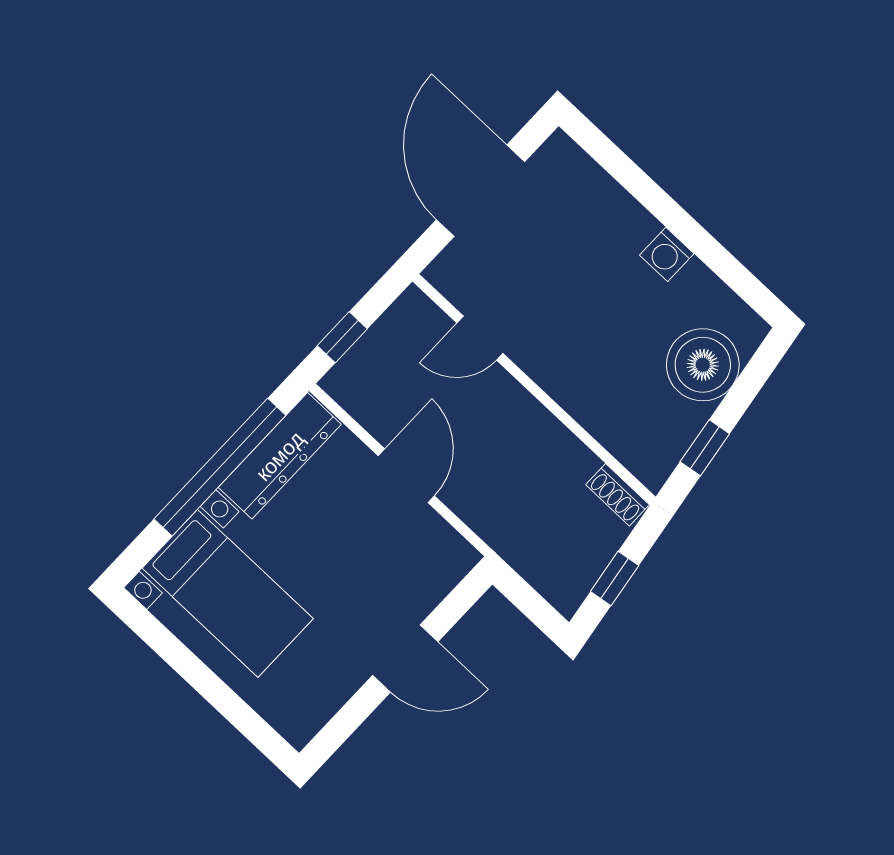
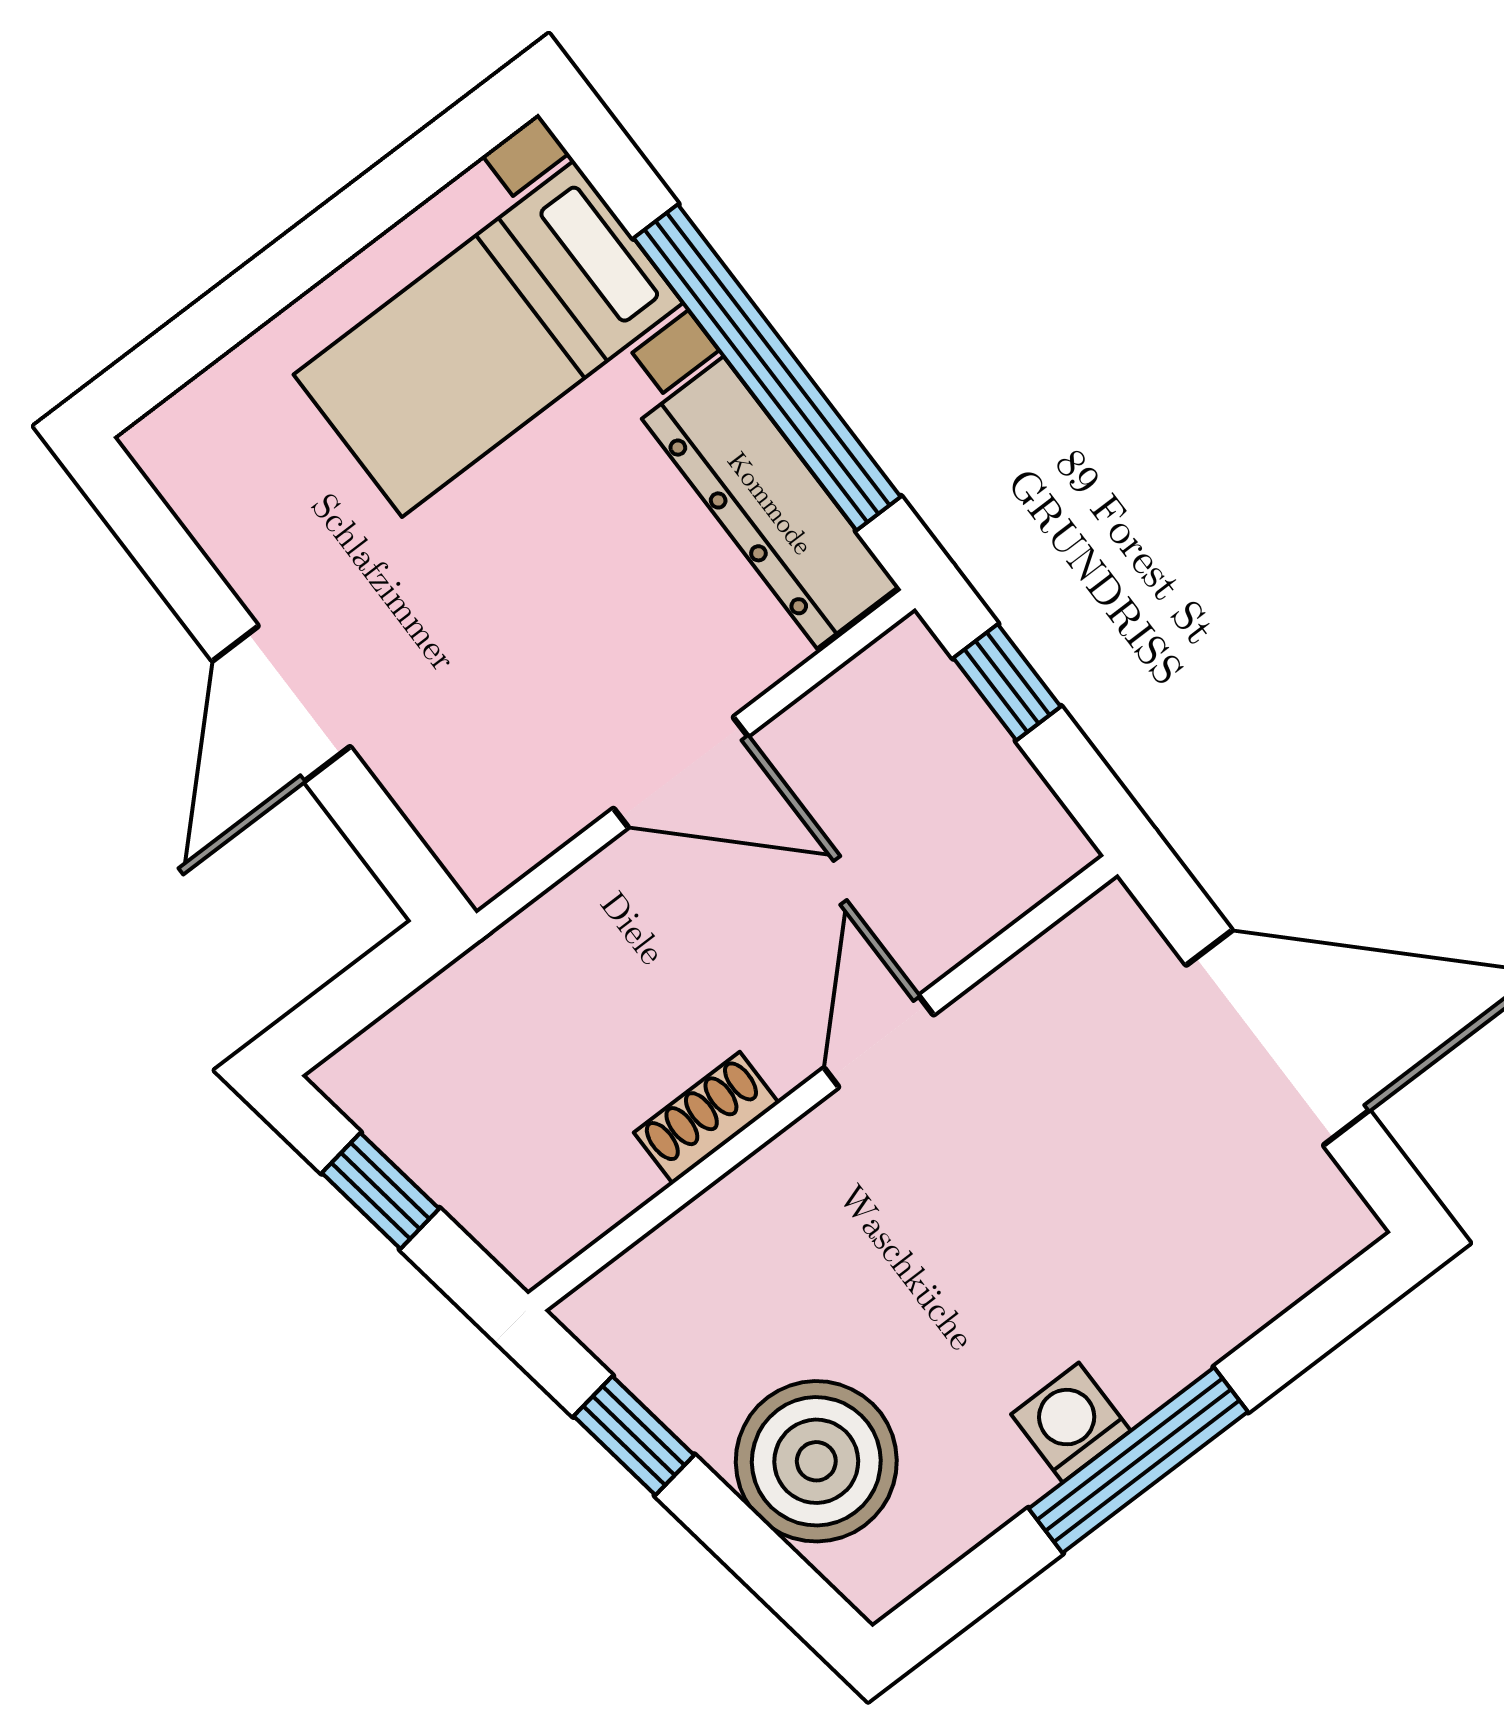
window: (679, 222) -> (1138, 1460), added
door: (480, 338) -> (879, 1041), moved
shoe rack: (617, 495) -> (707, 1118), moved

